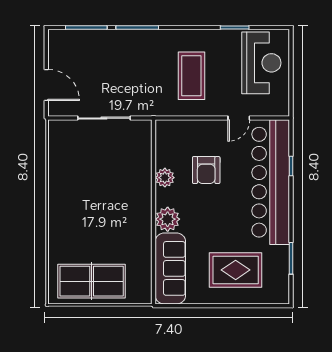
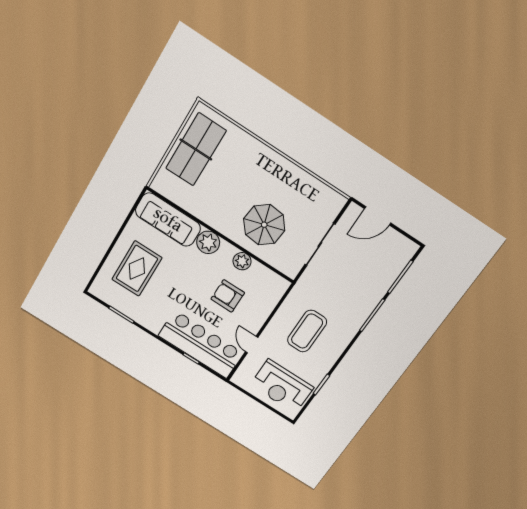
coffee table: (191, 76) -> (307, 331), turned 90
parasol: (119, 179) -> (264, 225), added
bar counter: (271, 182) -> (201, 344), width x0.73

